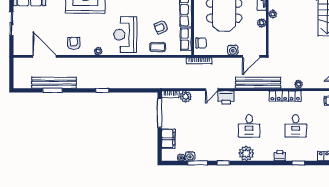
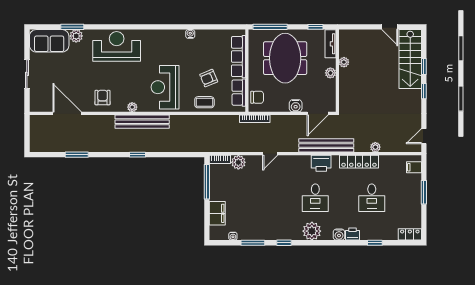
bench: (54, 83) -> (142, 122), moved
printer: (226, 97) -> (321, 163), moved
water cooler: (190, 156) -> (339, 235), moved

